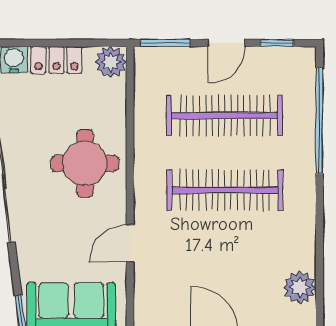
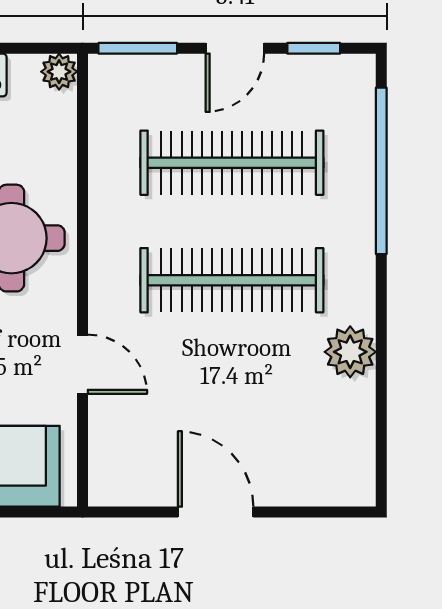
plant: (111, 62) -> (59, 72), width x0.73, depth x0.73
door: (130, 243) -> (82, 364), swing flipped
plant: (300, 287) -> (350, 352), moved

